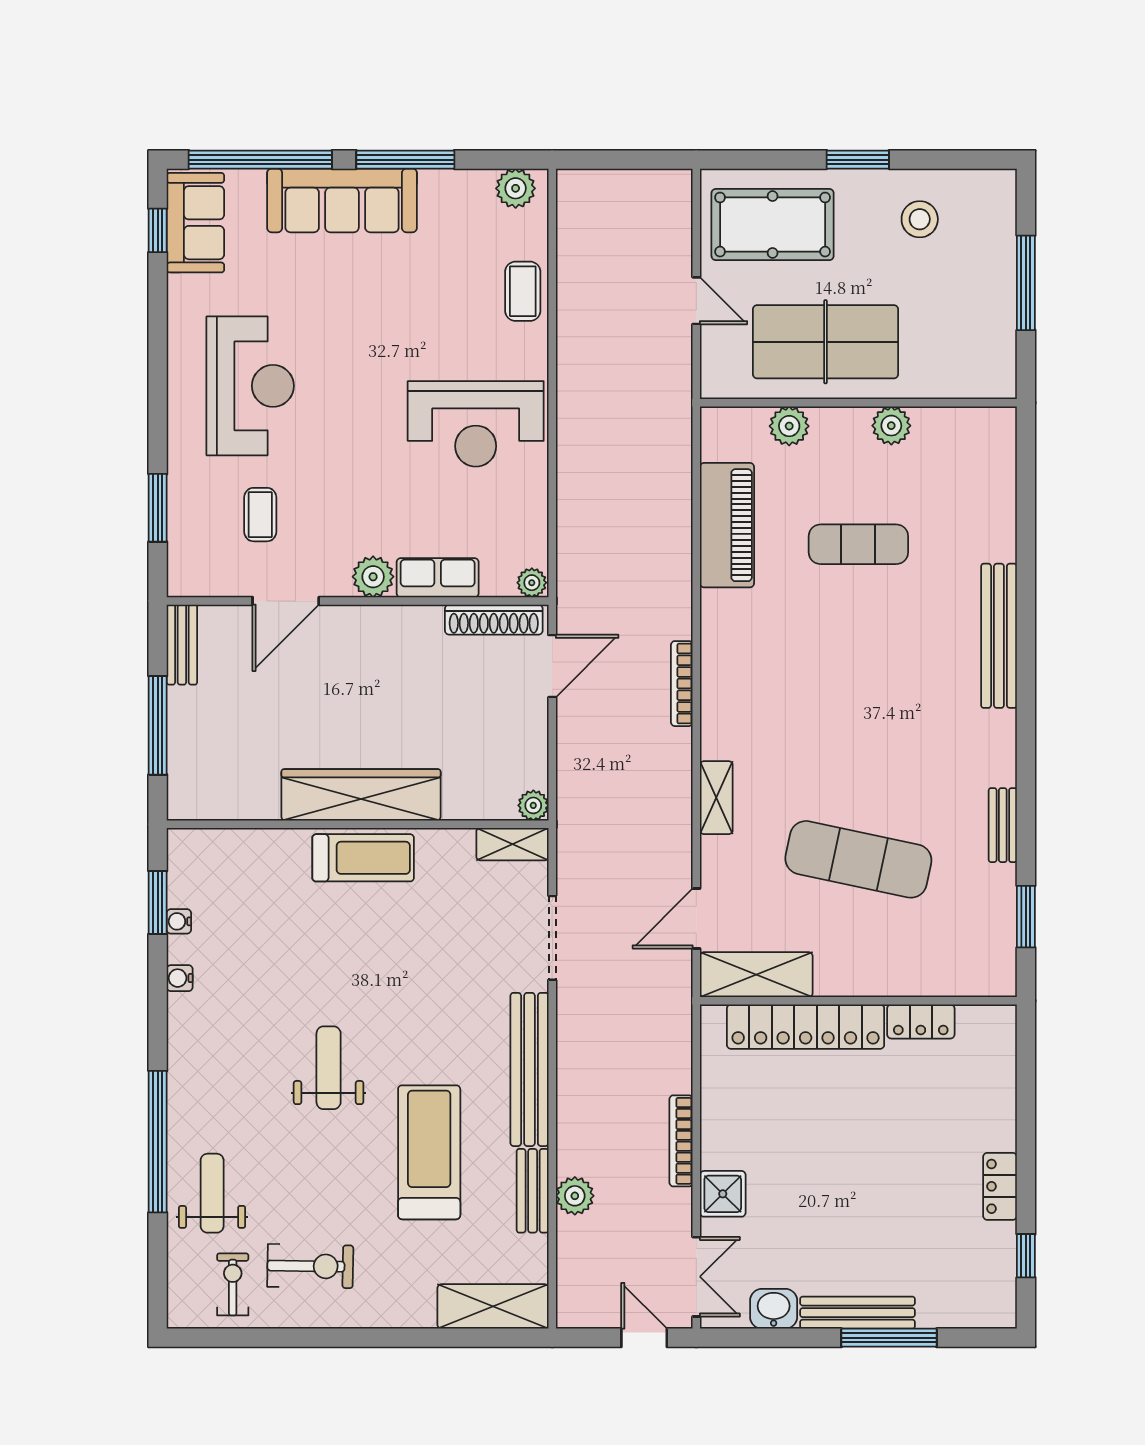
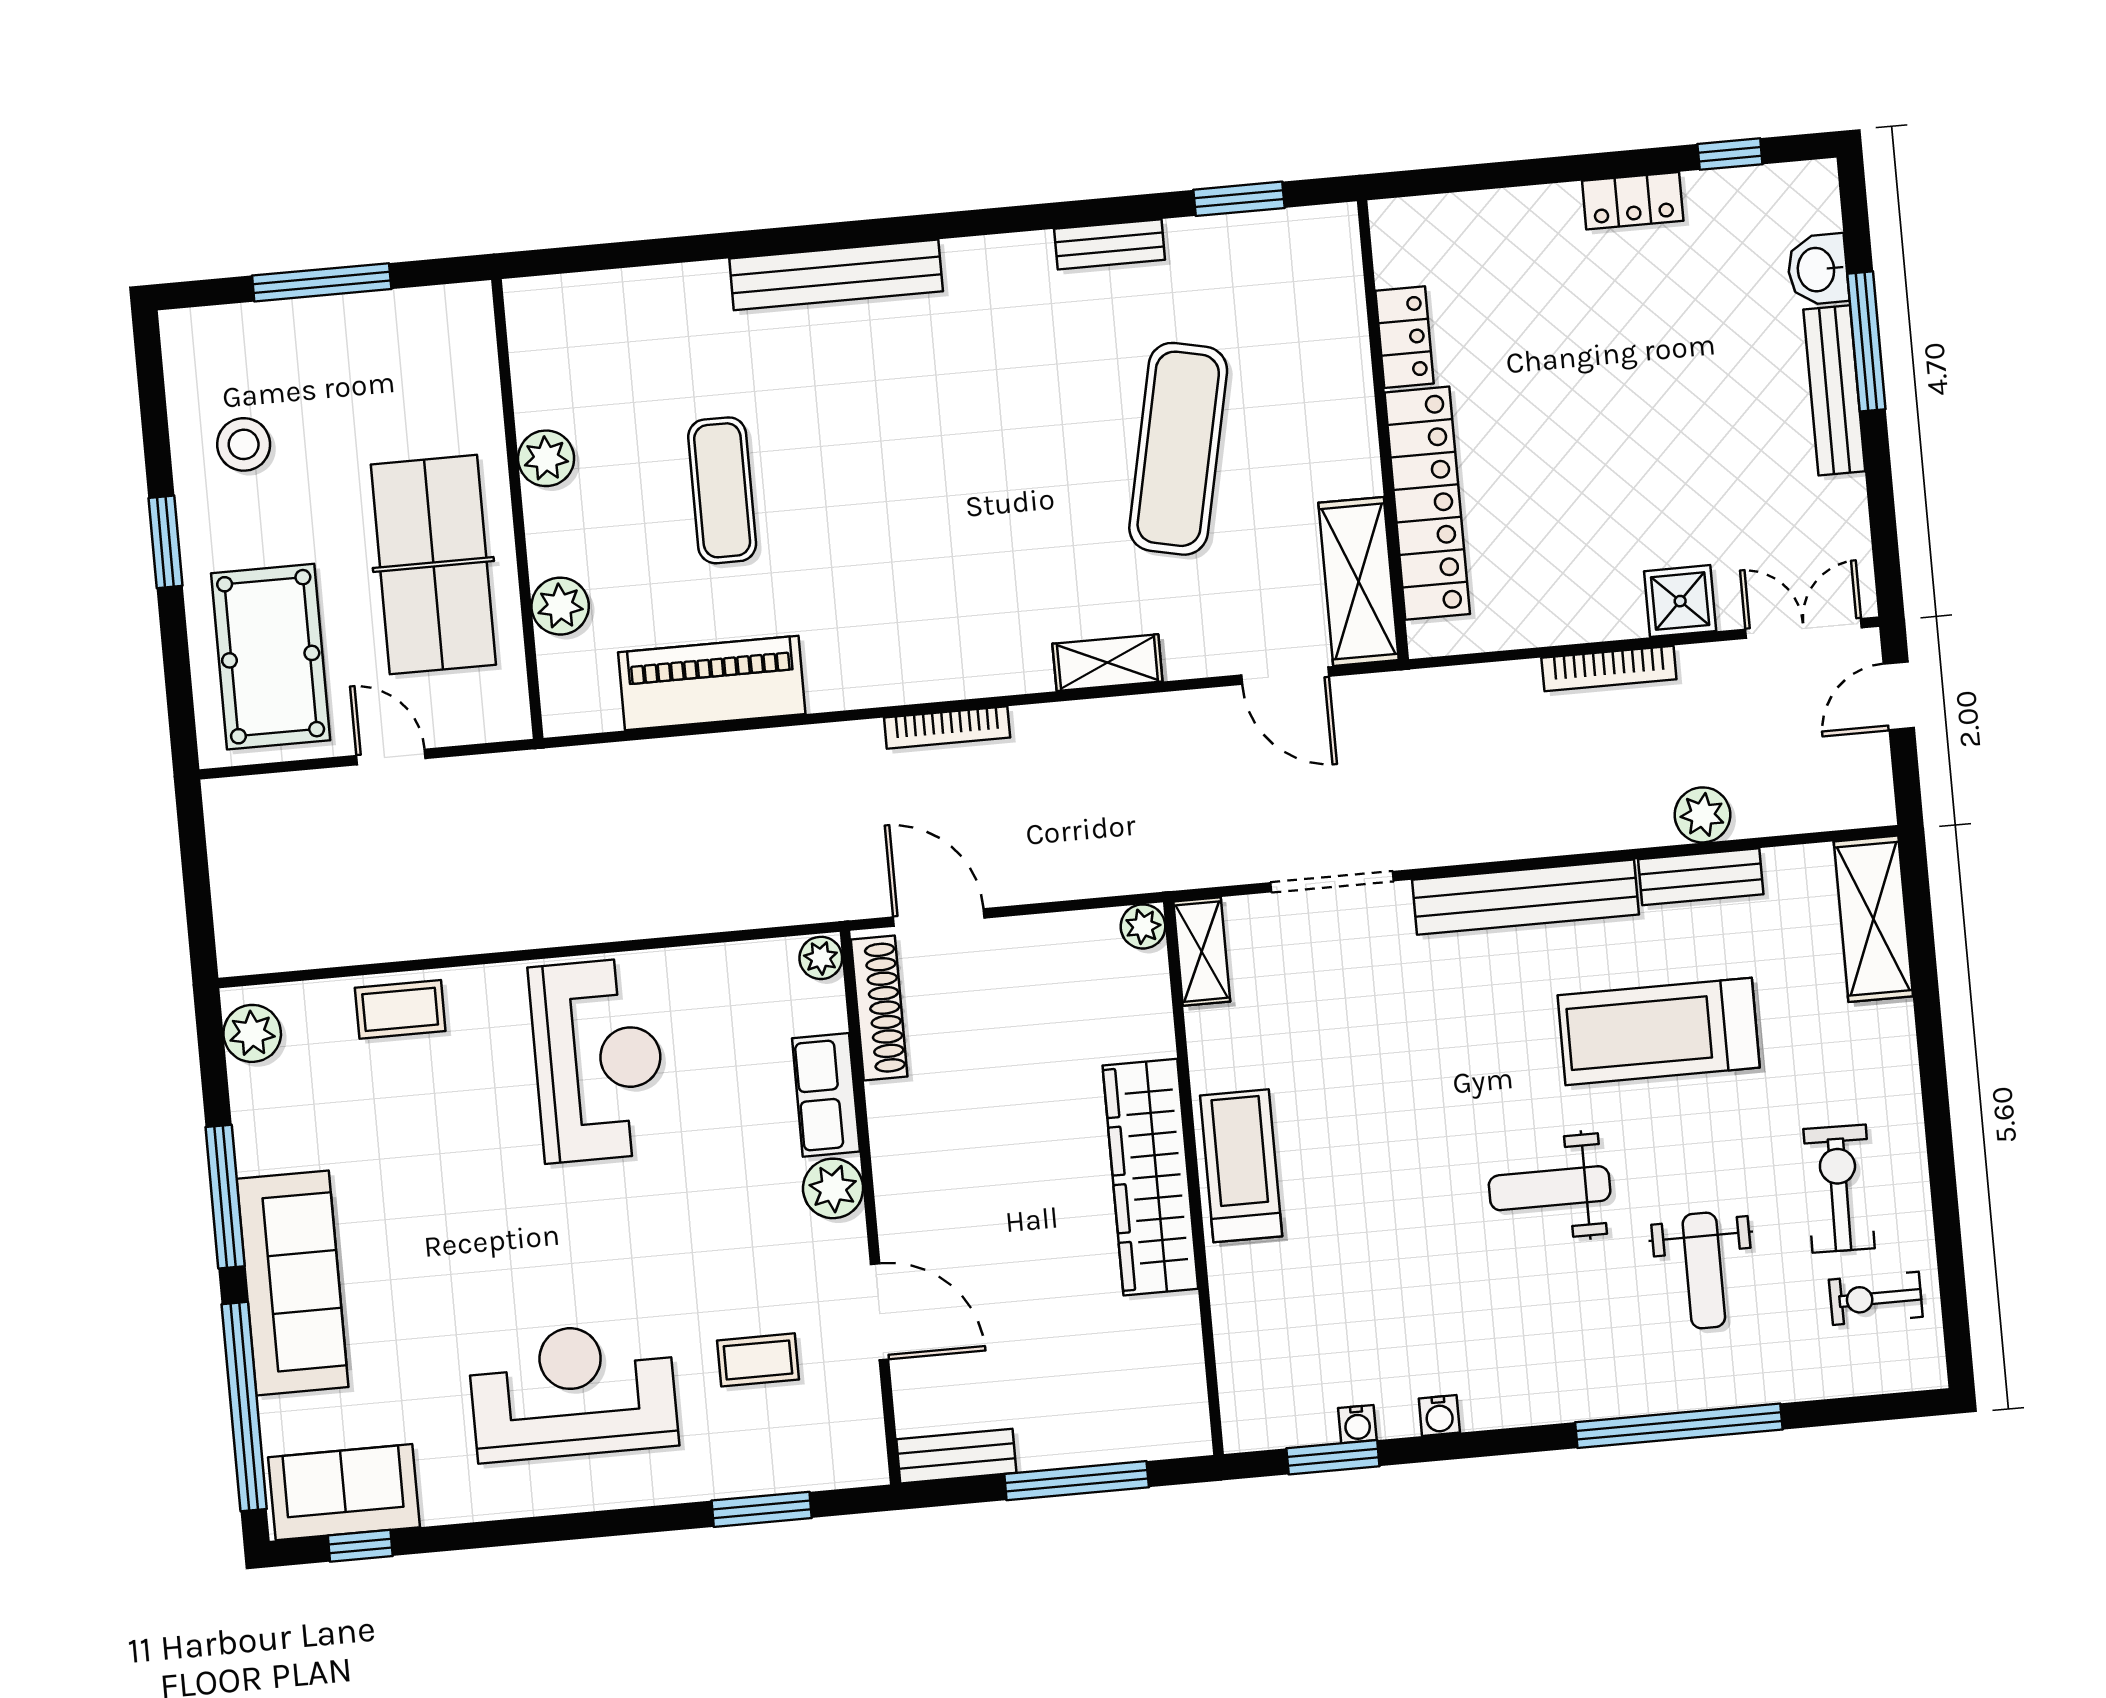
door: (696, 301) -> (391, 757), hinge flipped
weight bench: (212, 1193) -> (1704, 1271), moved, turned -90
washbasin: (774, 1309) -> (1818, 269), moved

